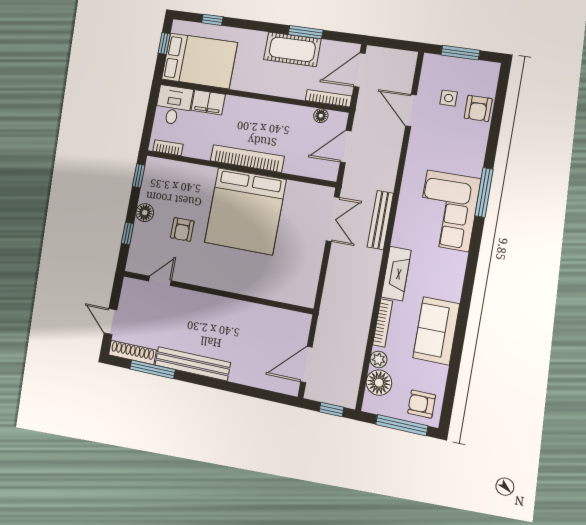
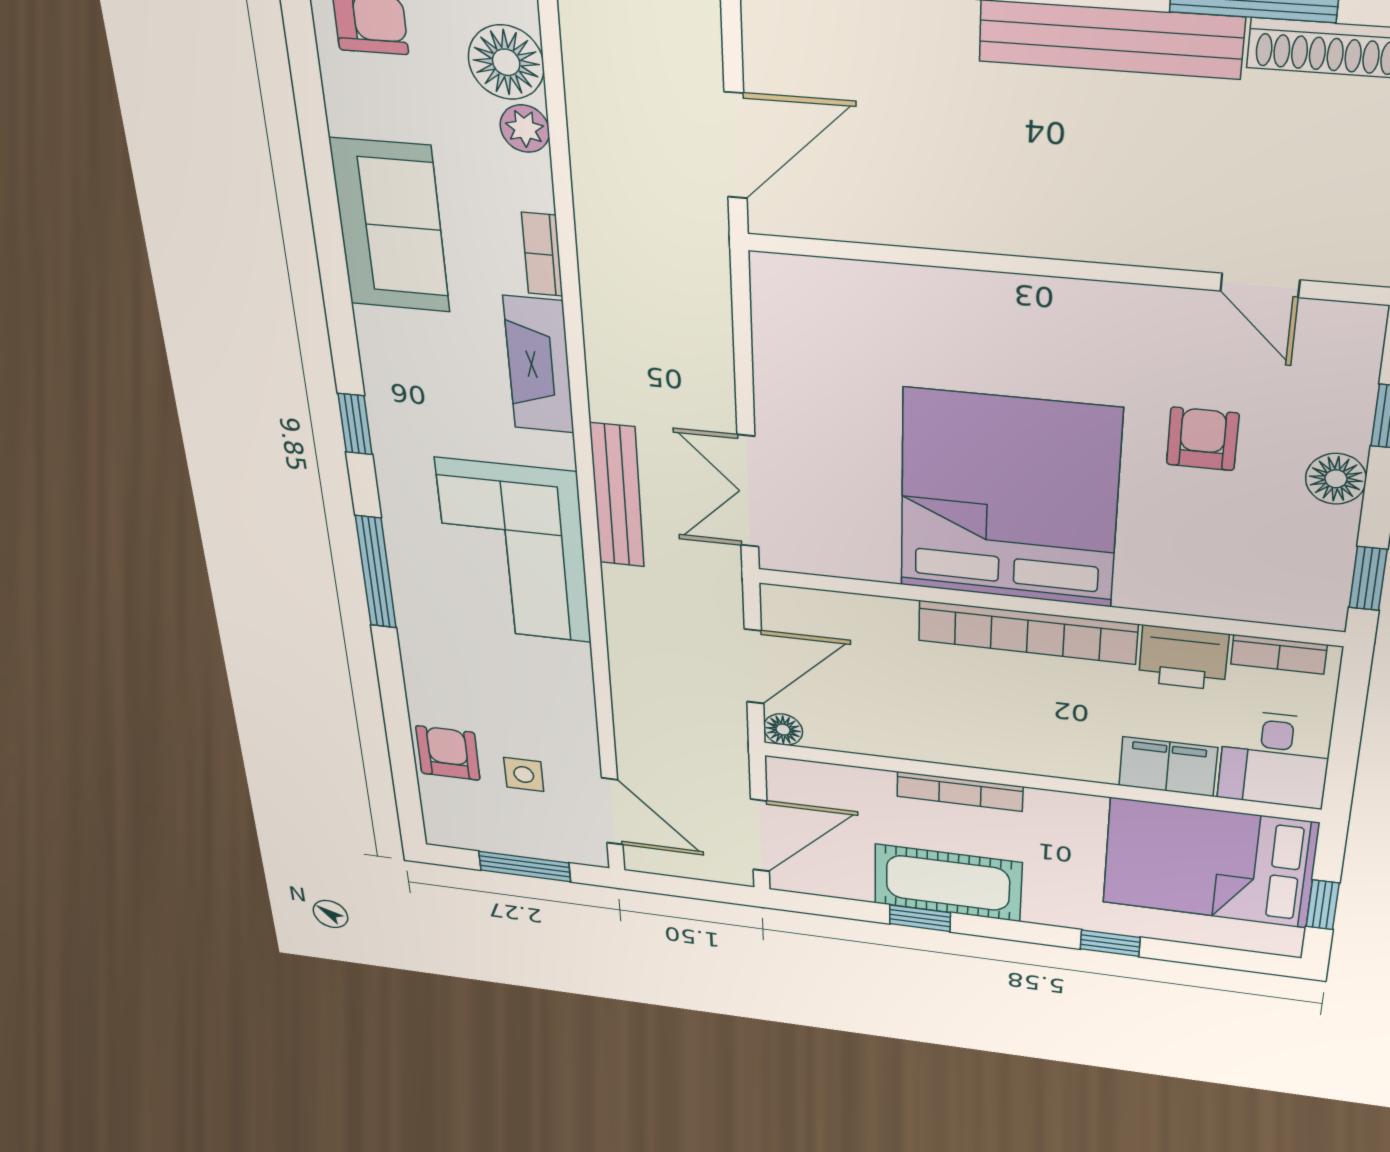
window: (212, 20) -> (1110, 943), moved
window: (306, 32) -> (920, 918), width x0.67
bookcase: (329, 98) -> (960, 791), moved
door: (411, 110) -> (612, 811), moved
floor lamp: (321, 116) -> (783, 730), moved
printer: (198, 147) -> (1183, 658), added
corner sofa: (448, 211) -> (514, 551), moved, turned 180
window: (473, 256) -> (355, 424), added
door: (160, 281) -> (1260, 285), hinge flipped
bookcase: (383, 323) -> (542, 254), width x0.64
door: (306, 365) -> (736, 146), moved

